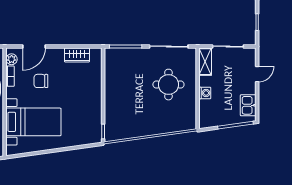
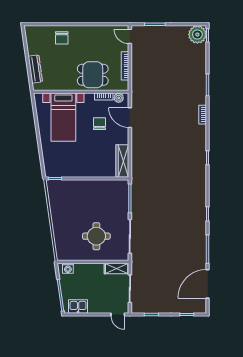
wardrobe: (77, 55) -> (122, 161), width x1.50
door: (257, 74) -> (118, 314), moved
washing machine: (205, 93) -> (68, 268), moved

